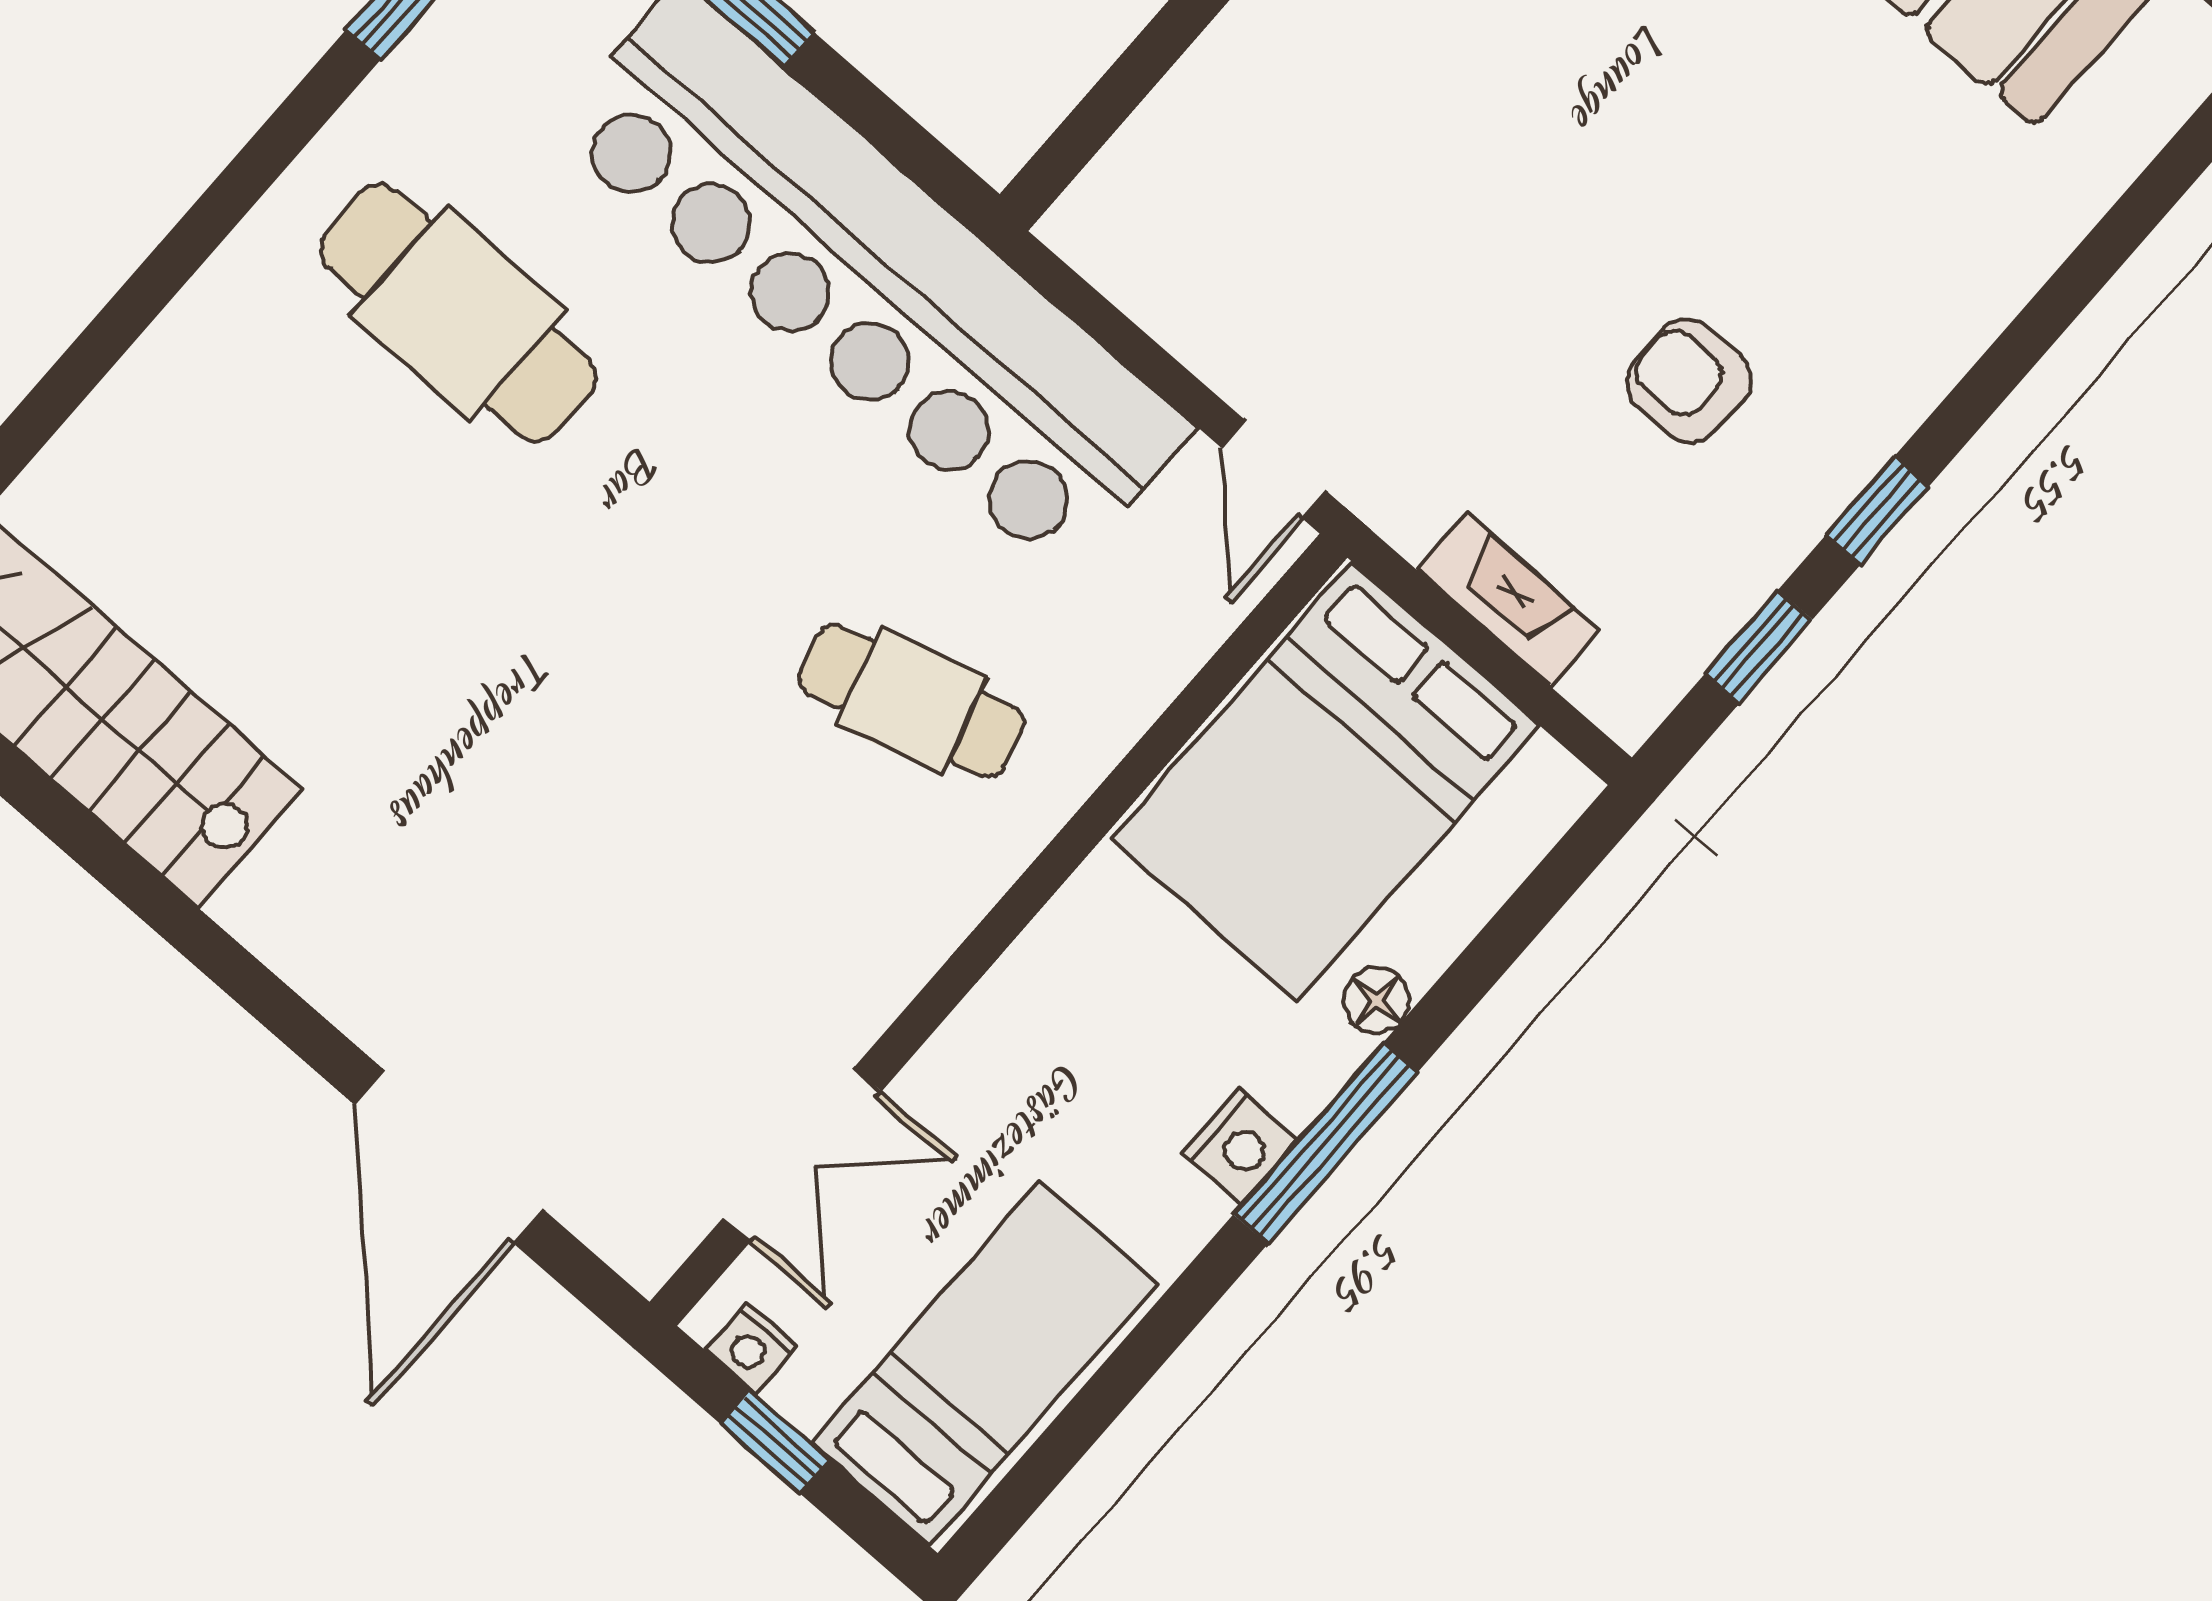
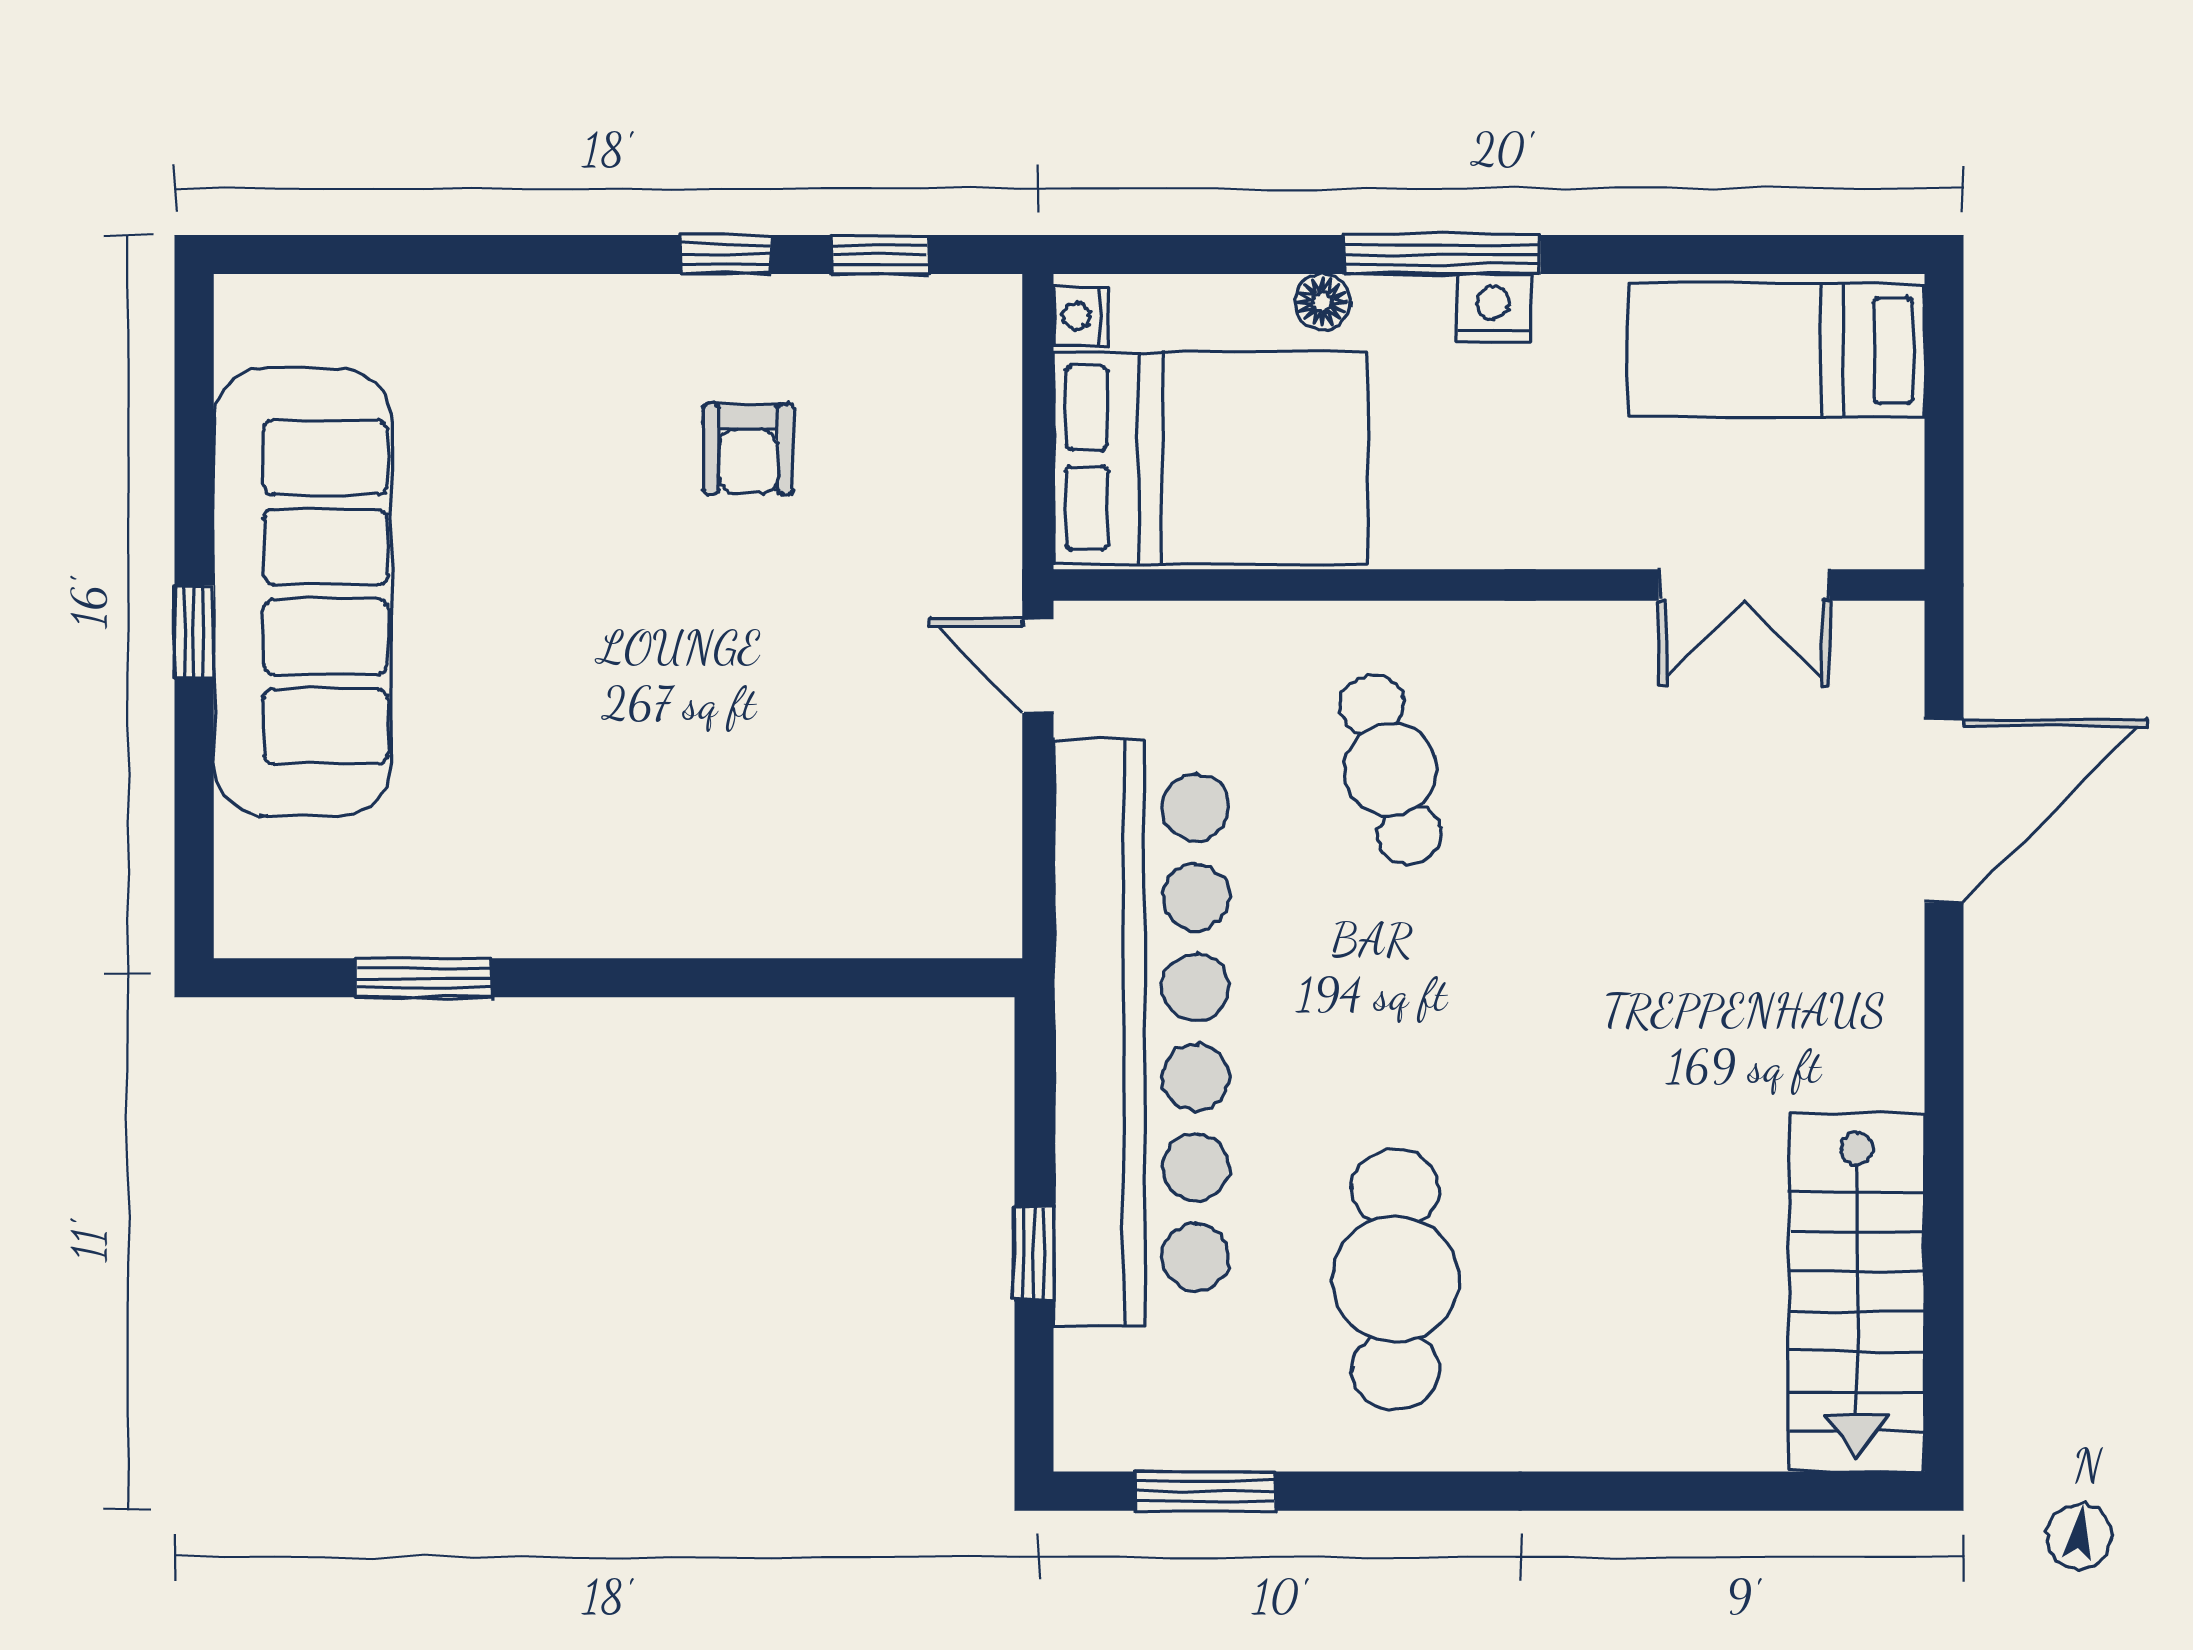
door: (1274, 470) -> (1038, 666), swing flipped
fireplace: (1508, 599) -> (990, 442), removed
double door: (802, 1155) -> (1744, 585), swing flipped
nightstand: (751, 1348) -> (1081, 316), moved, turned 180
window: (775, 1442) -> (1944, 441), removed

